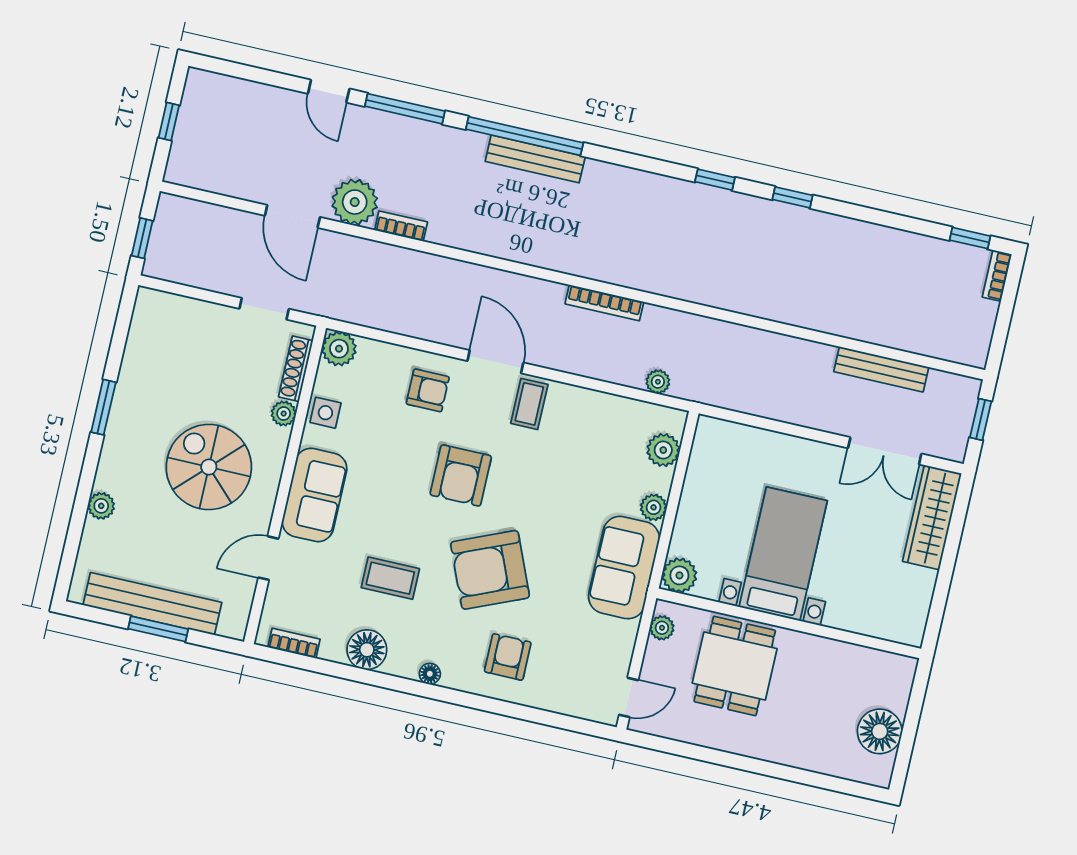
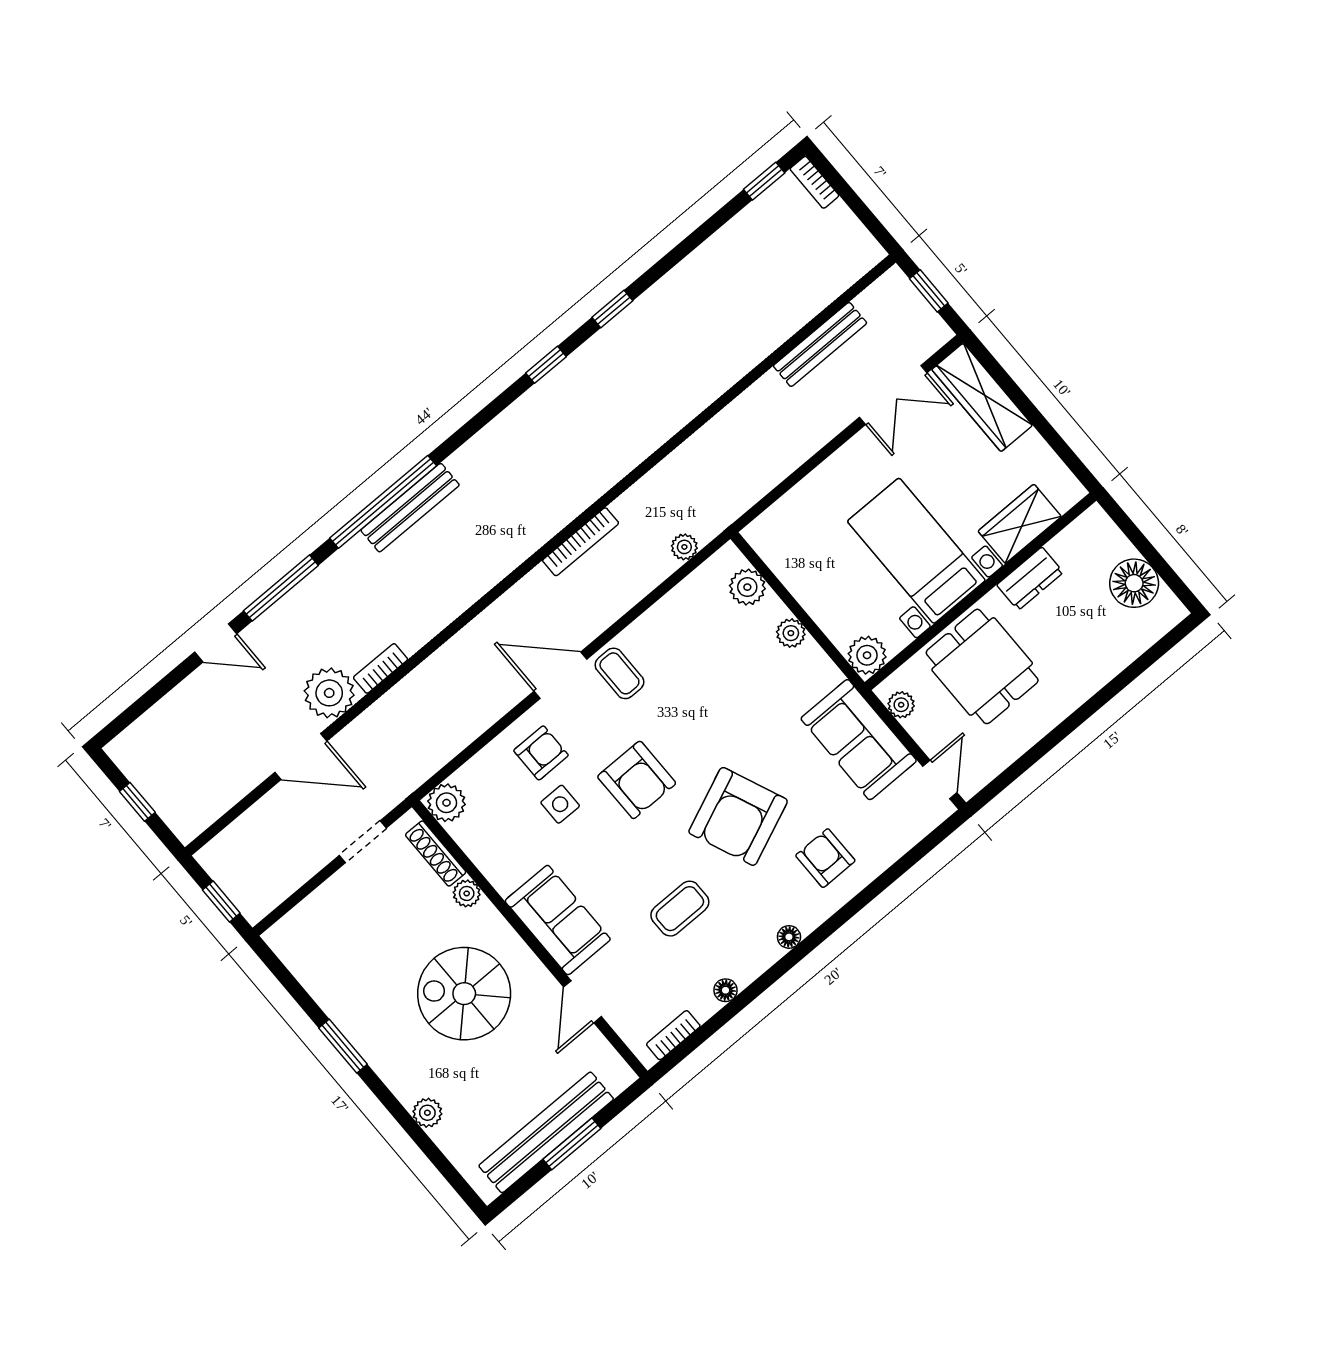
side table: (325, 413) -> (560, 804), moved
sofa: (624, 568) -> (859, 740), moved
wardrobe: (860, 615) -> (1020, 524), added
floor lamp: (367, 650) -> (725, 990), width x0.53, depth x0.53
dresser: (826, 653) -> (1030, 579), added

